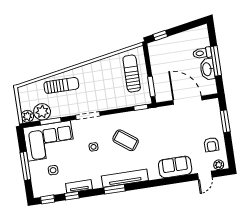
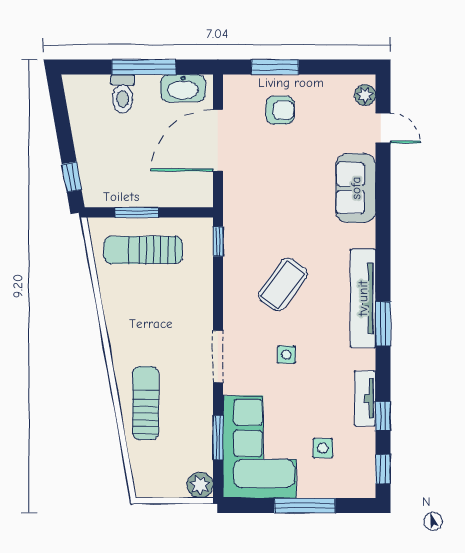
washbasin: (207, 69) -> (183, 88), moved
window: (151, 86) -> (137, 212), moved
plant: (42, 112) -> (195, 452), removed
armchair: (211, 145) -> (280, 110), moved

